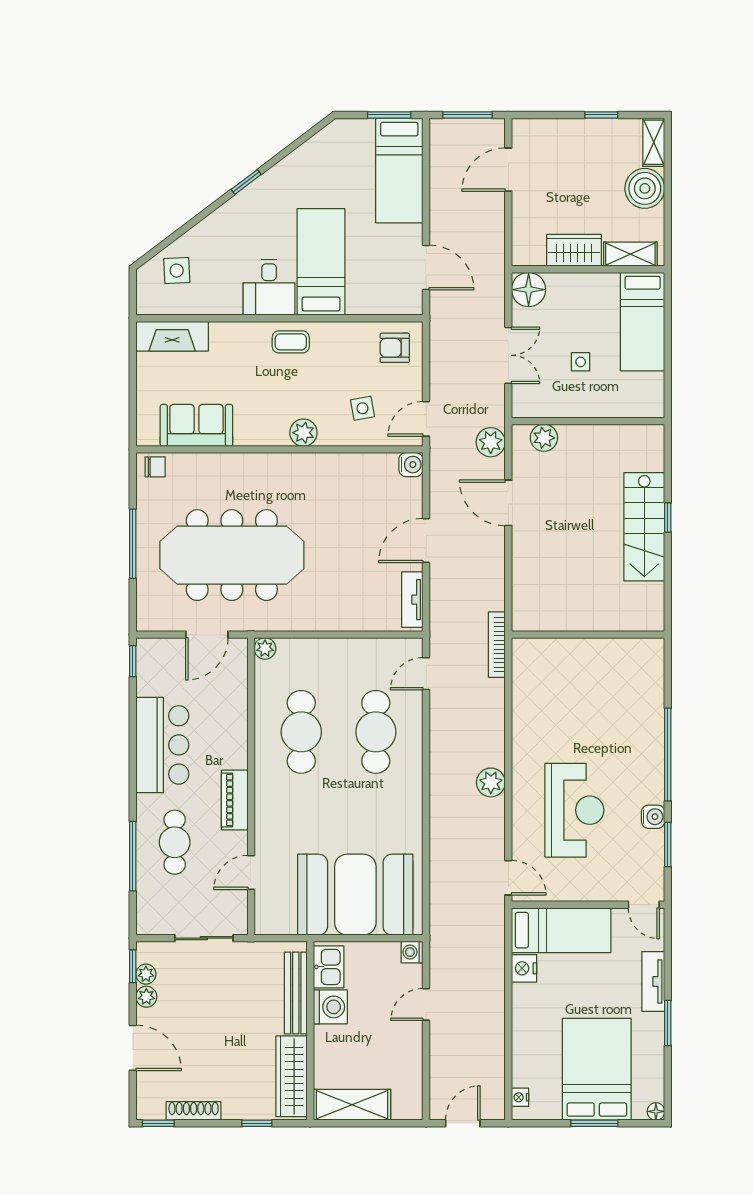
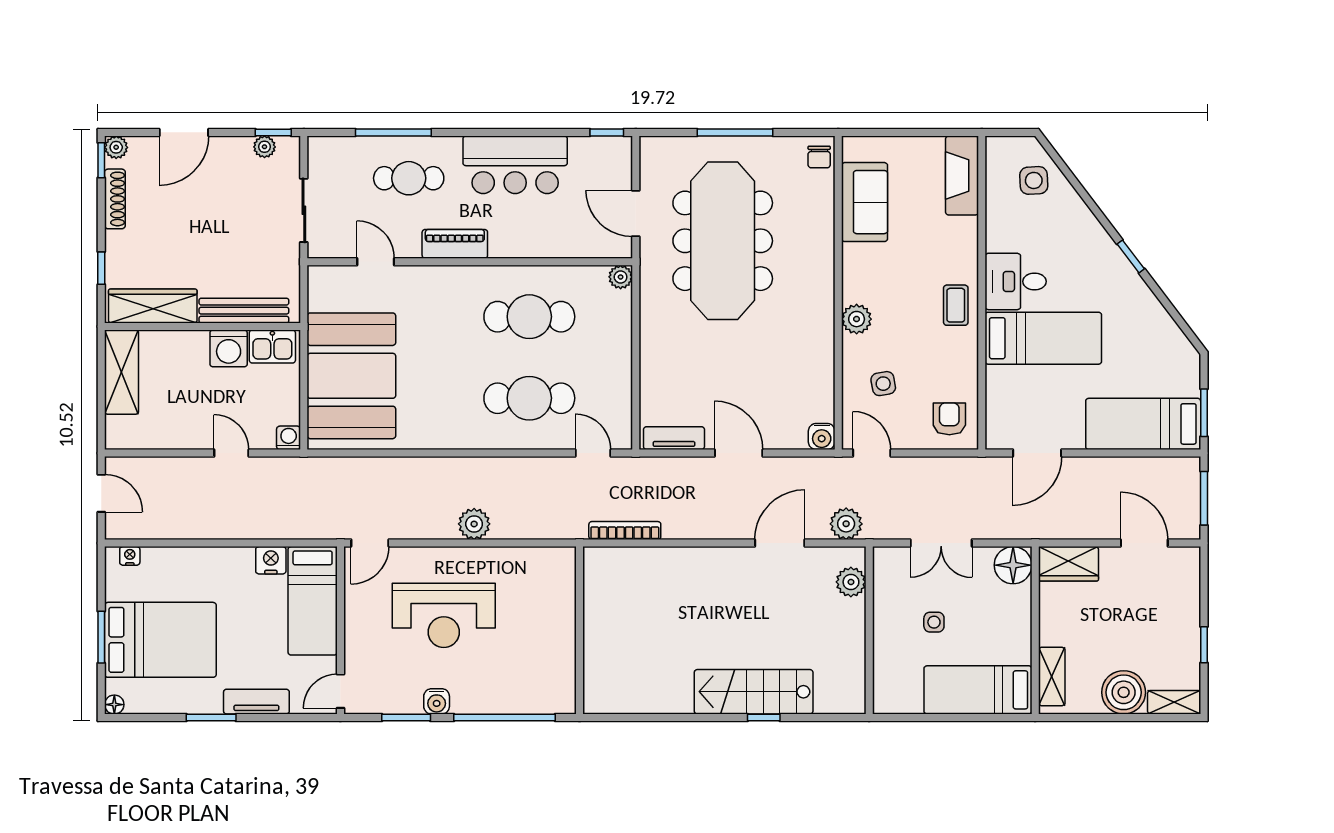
wardrobe: (574, 250) -> (1068, 564), moved, turned 90
wall: (588, 635) -> (579, 630), moved
plant: (146, 997) -> (116, 147), moved

